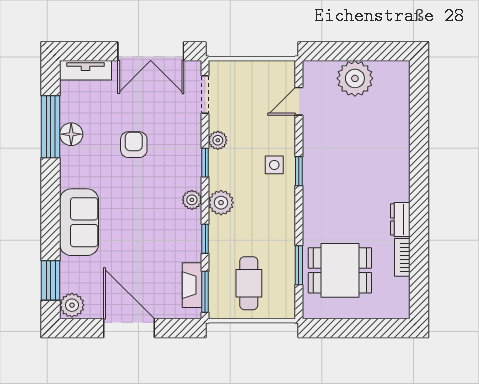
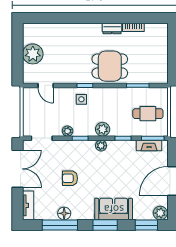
window: (51, 207) -> (105, 225), added
dining table: (340, 270) -> (110, 66), moved, turned 90

